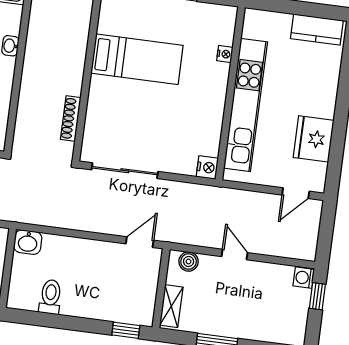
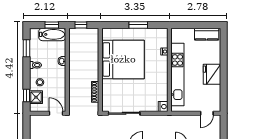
bed: (137, 59) -> (123, 59), width x2.04
fridge: (314, 139) -> (212, 74), moved

